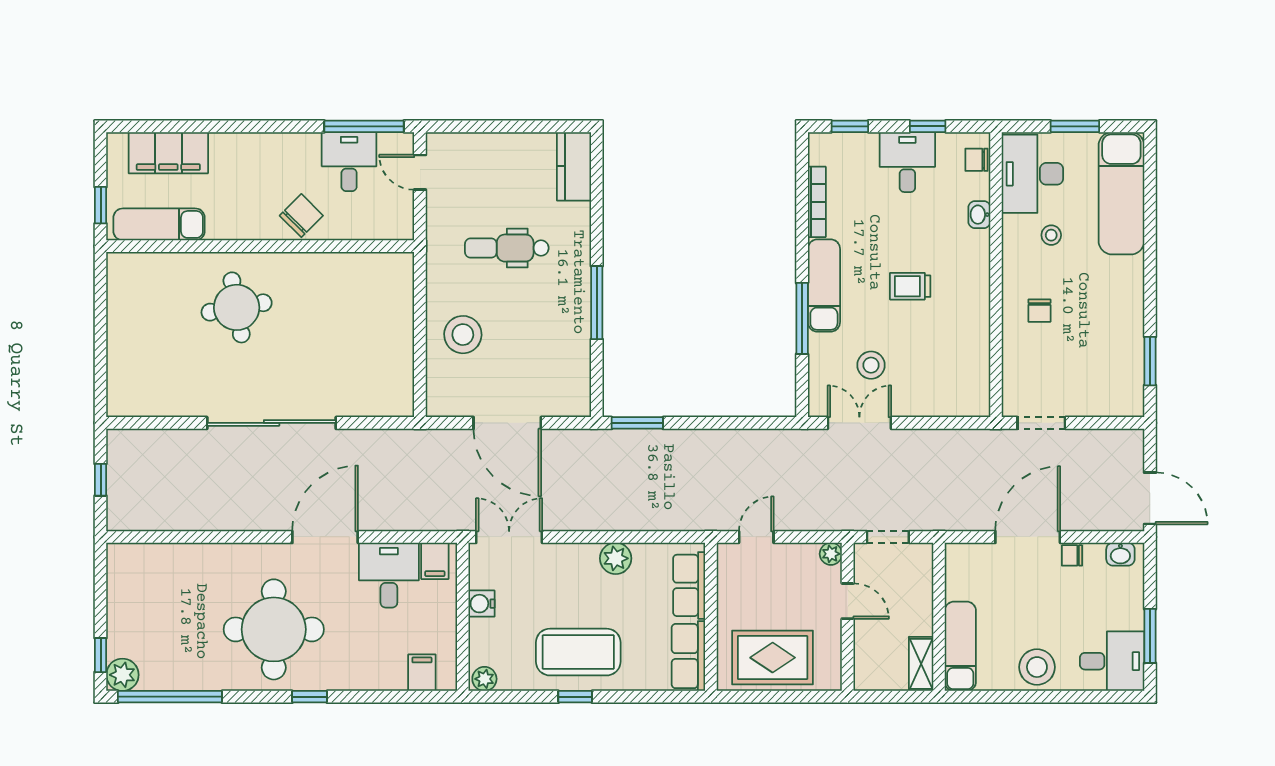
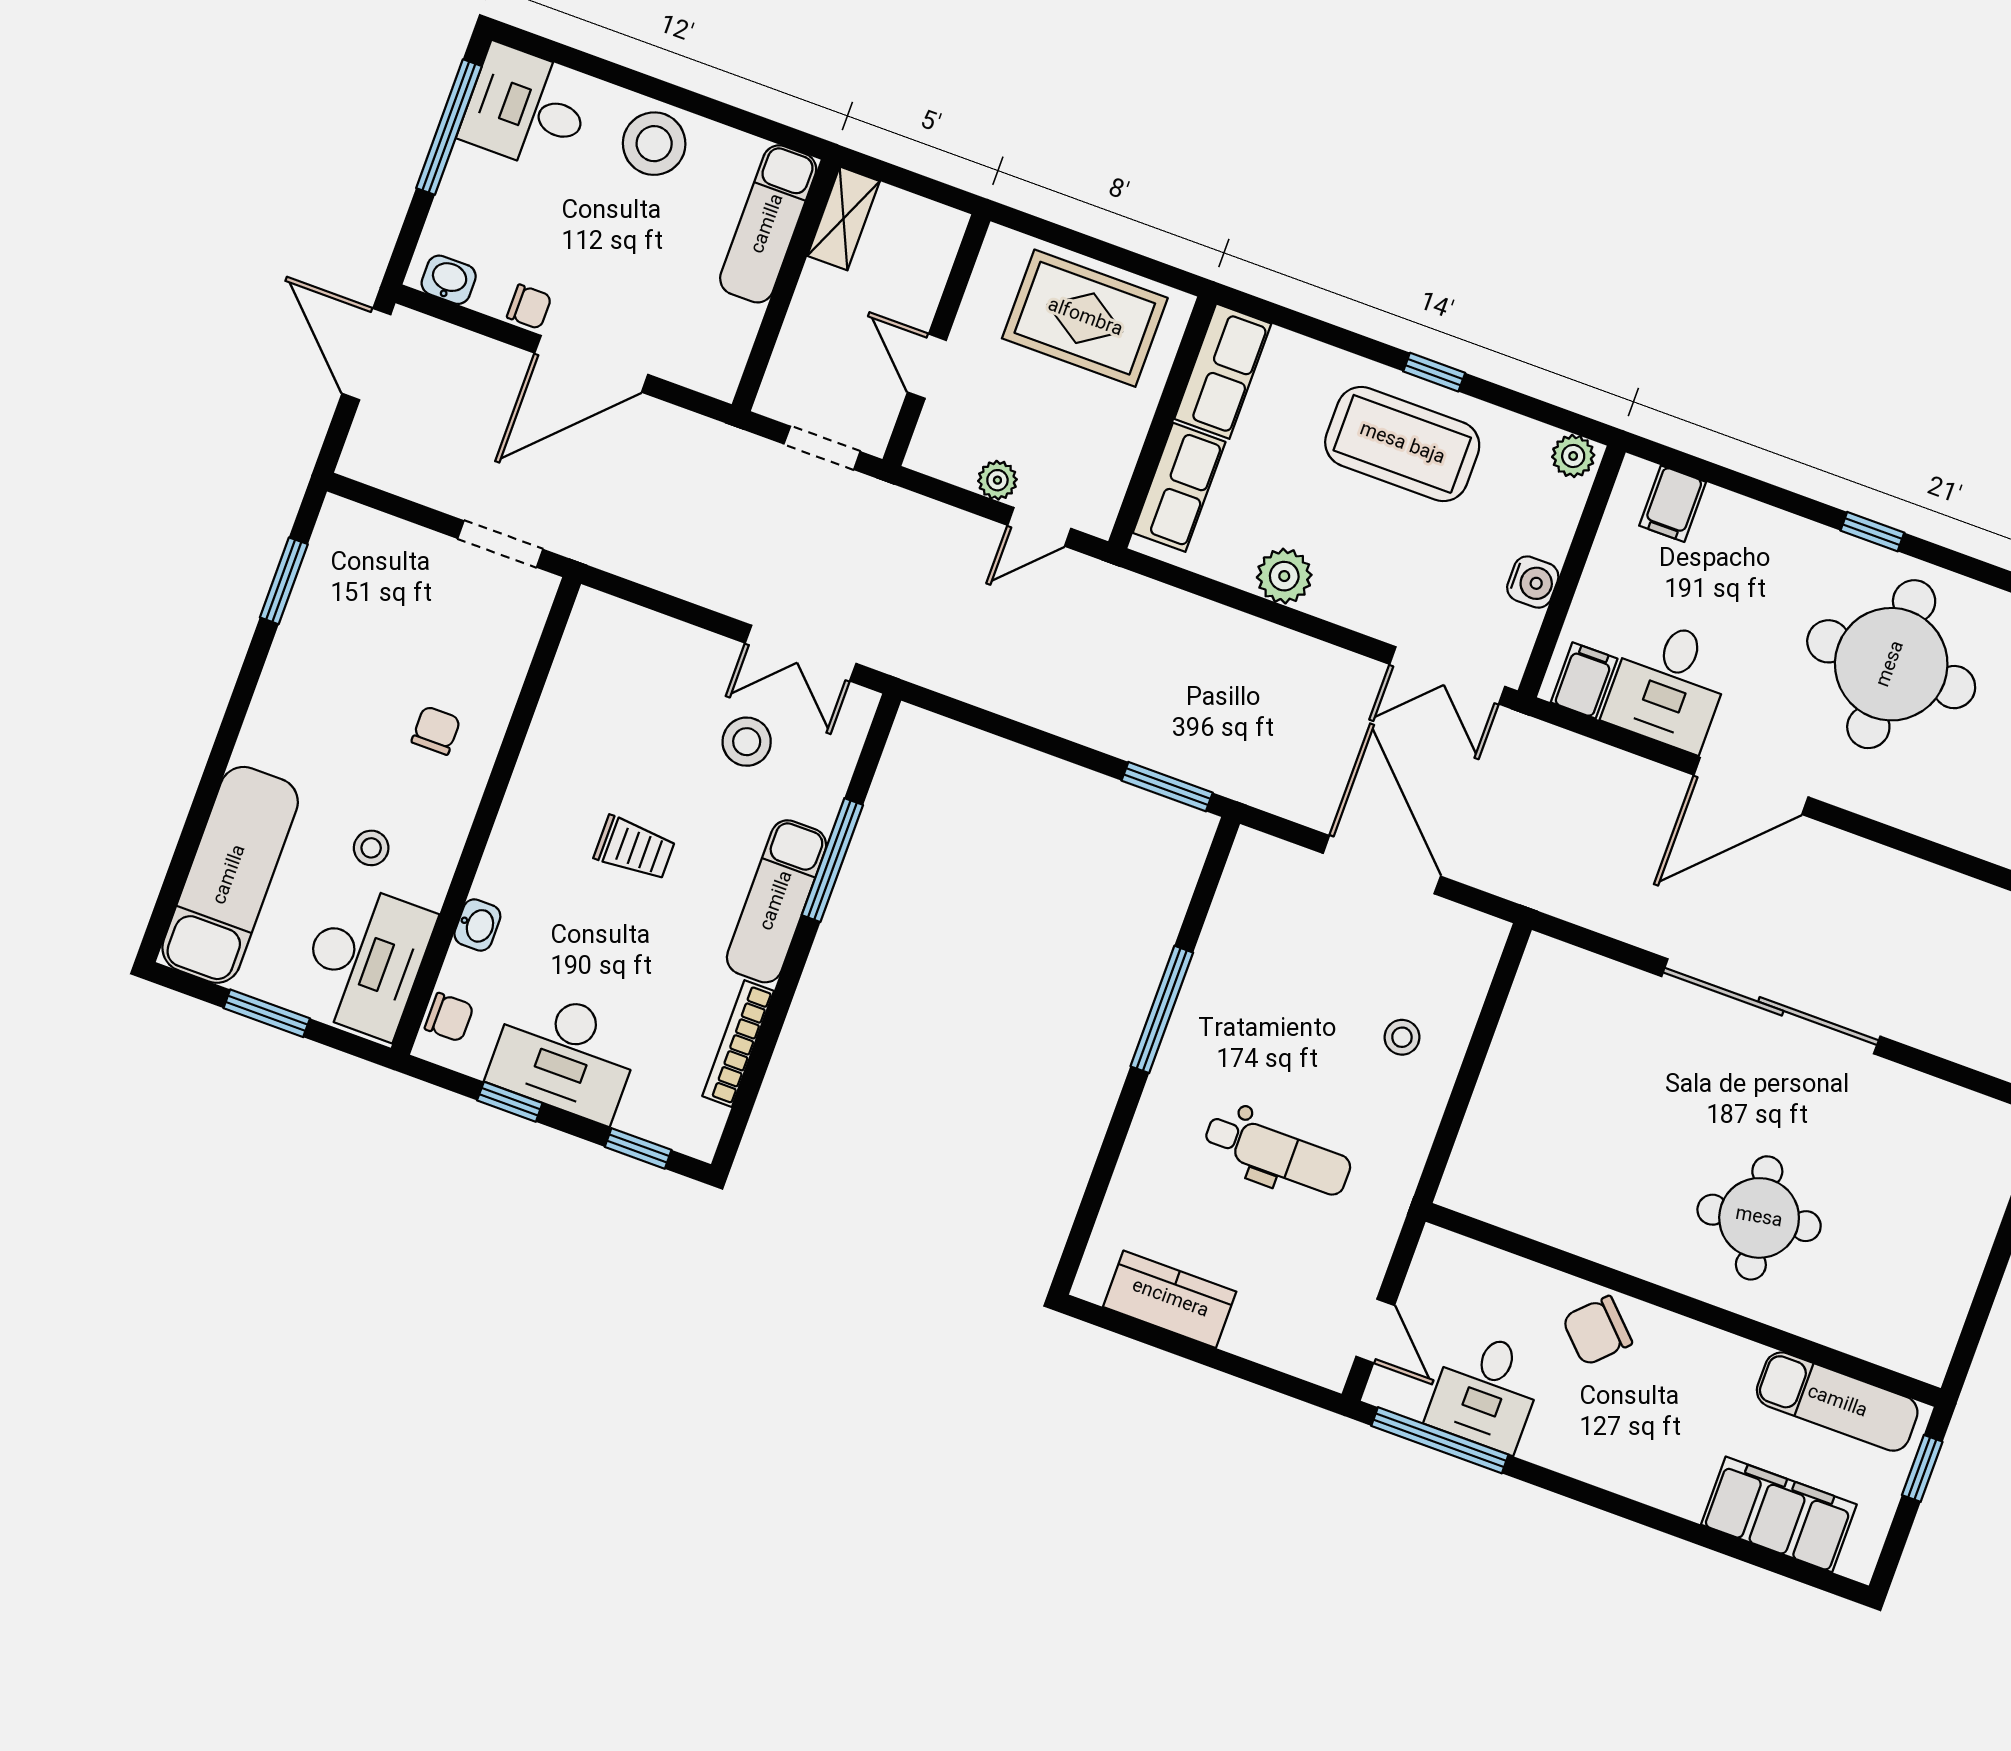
desk: (907, 162) -> (565, 1055), width x1.37
kitchen counter: (574, 166) -> (1170, 1299), moved, turned -90
stool: (463, 335) -> (1402, 1037), width x0.53, depth x0.53
plant: (831, 554) -> (997, 480), moved
window: (1150, 636) -> (449, 127), width x1.44

